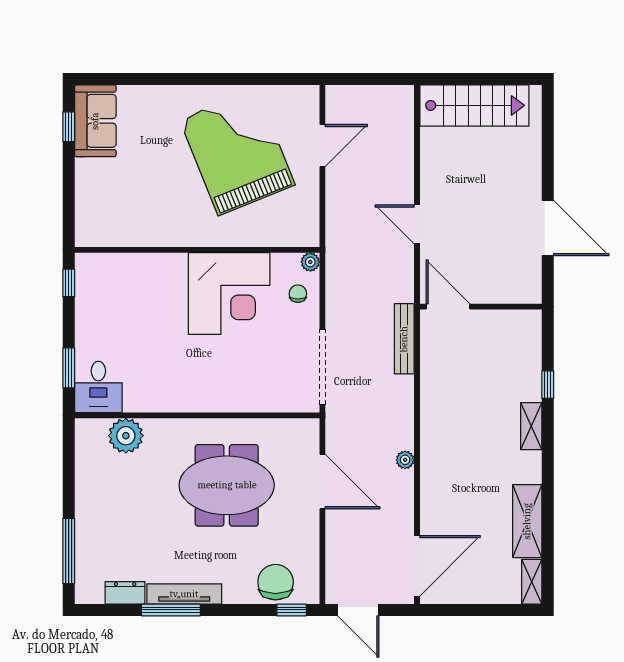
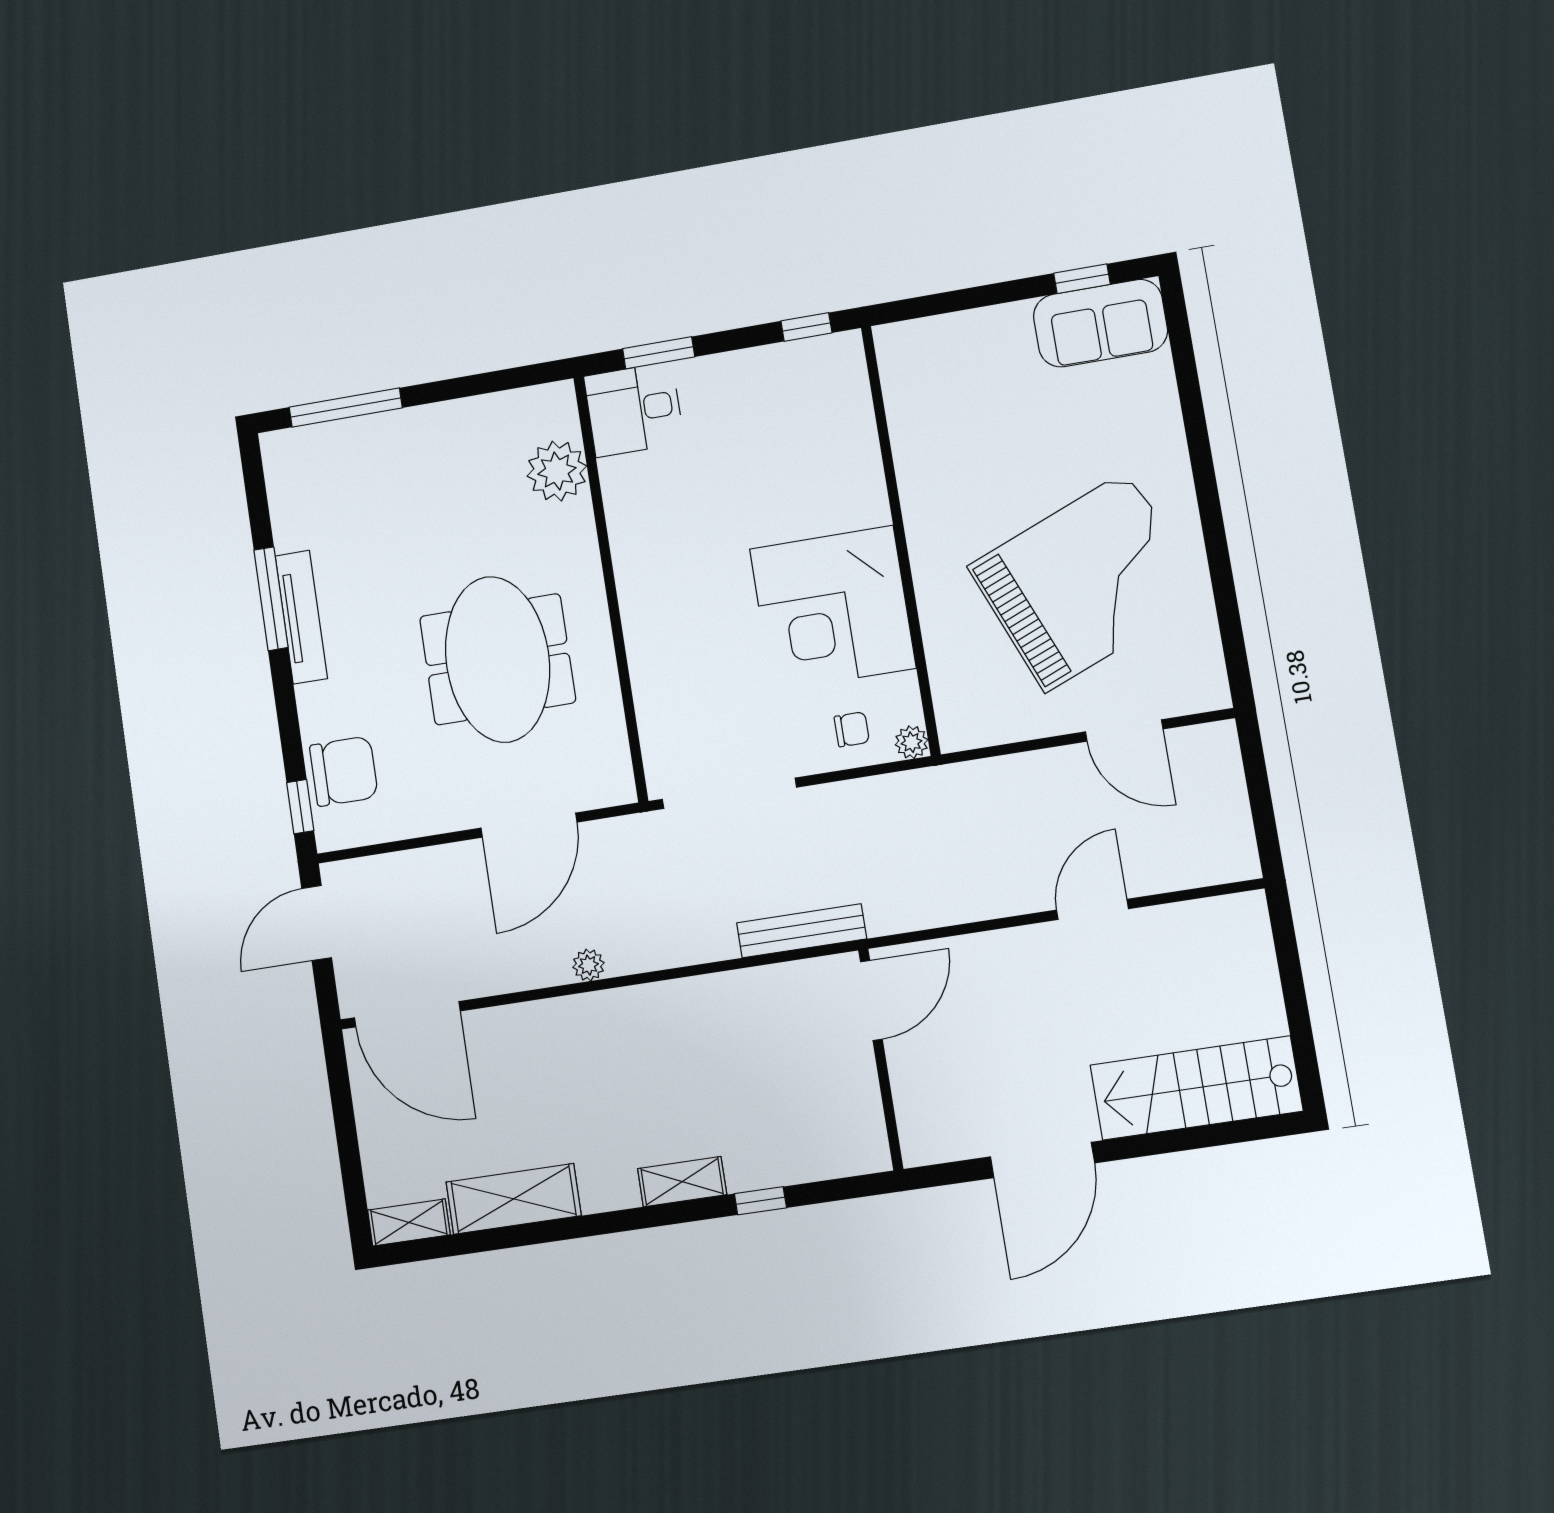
stairs: (474, 105) -> (1196, 1088), moved, turned 90
door: (417, 224) -> (1092, 909), moved
dresser: (125, 593) -> (289, 516), removed

